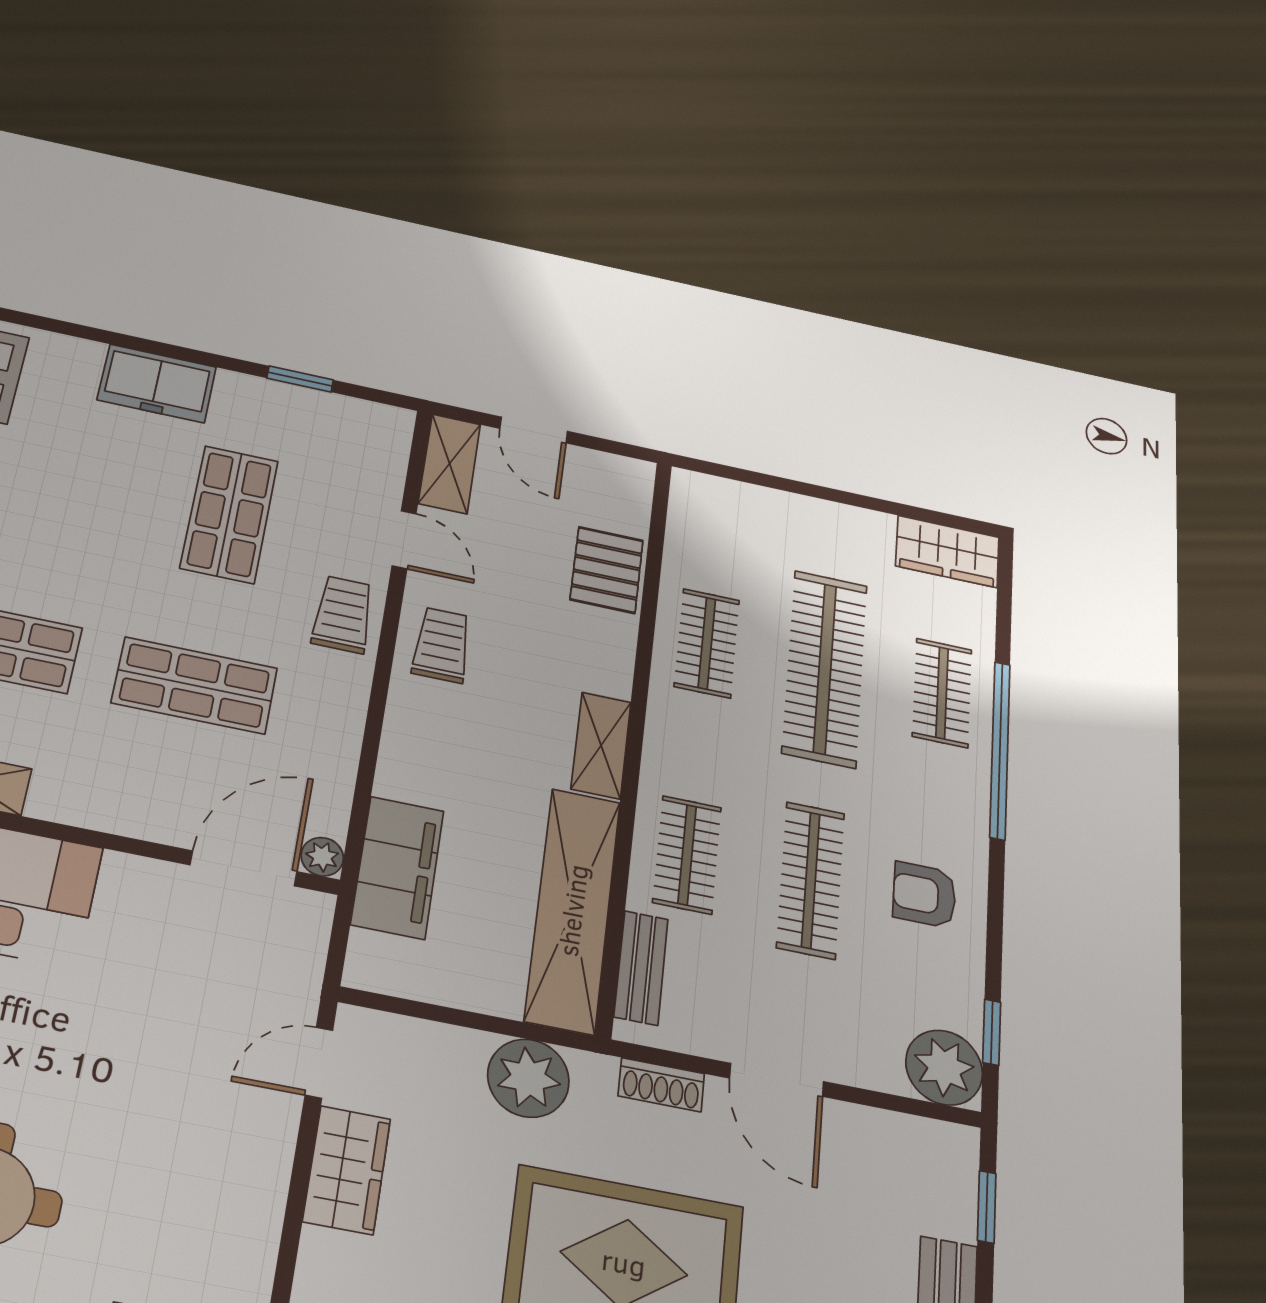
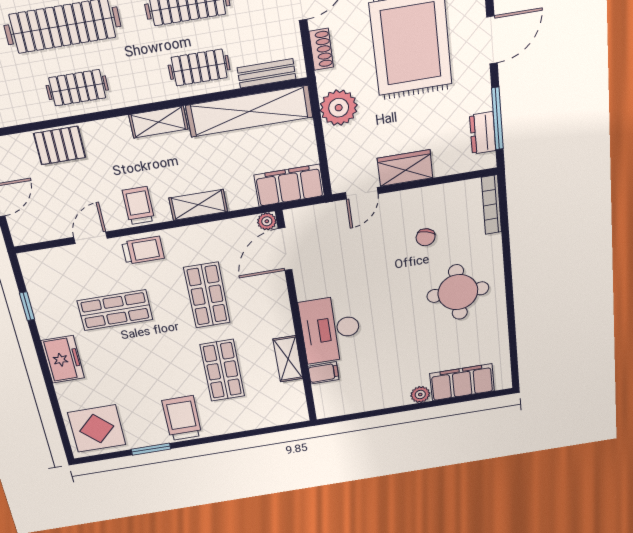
shelving: (450, 464) -> (198, 205), moved
trolley: (343, 614) -> (143, 250), turned 180
trolley: (442, 645) -> (138, 206), turned 90
filing cabinet: (397, 867) -> (289, 185), moved
door: (244, 868) -> (285, 249), hinge flipped
door: (319, 1063) -> (362, 193), hinge flipped
chair: (159, 1164) -> (426, 237), added

